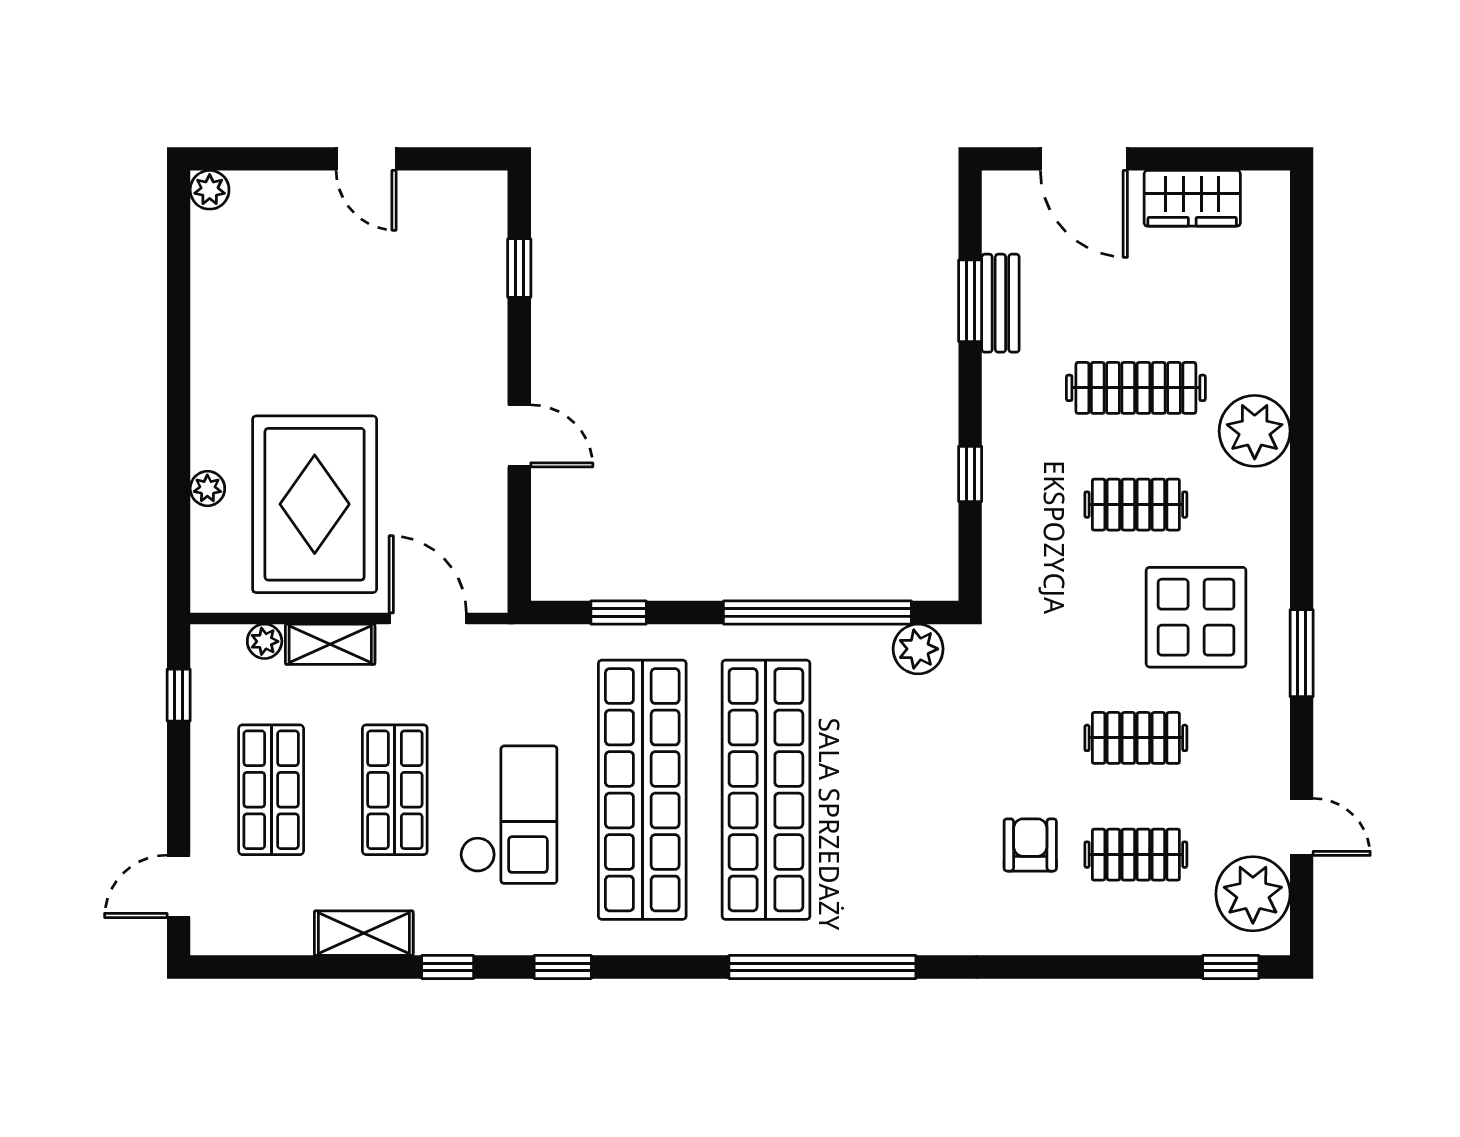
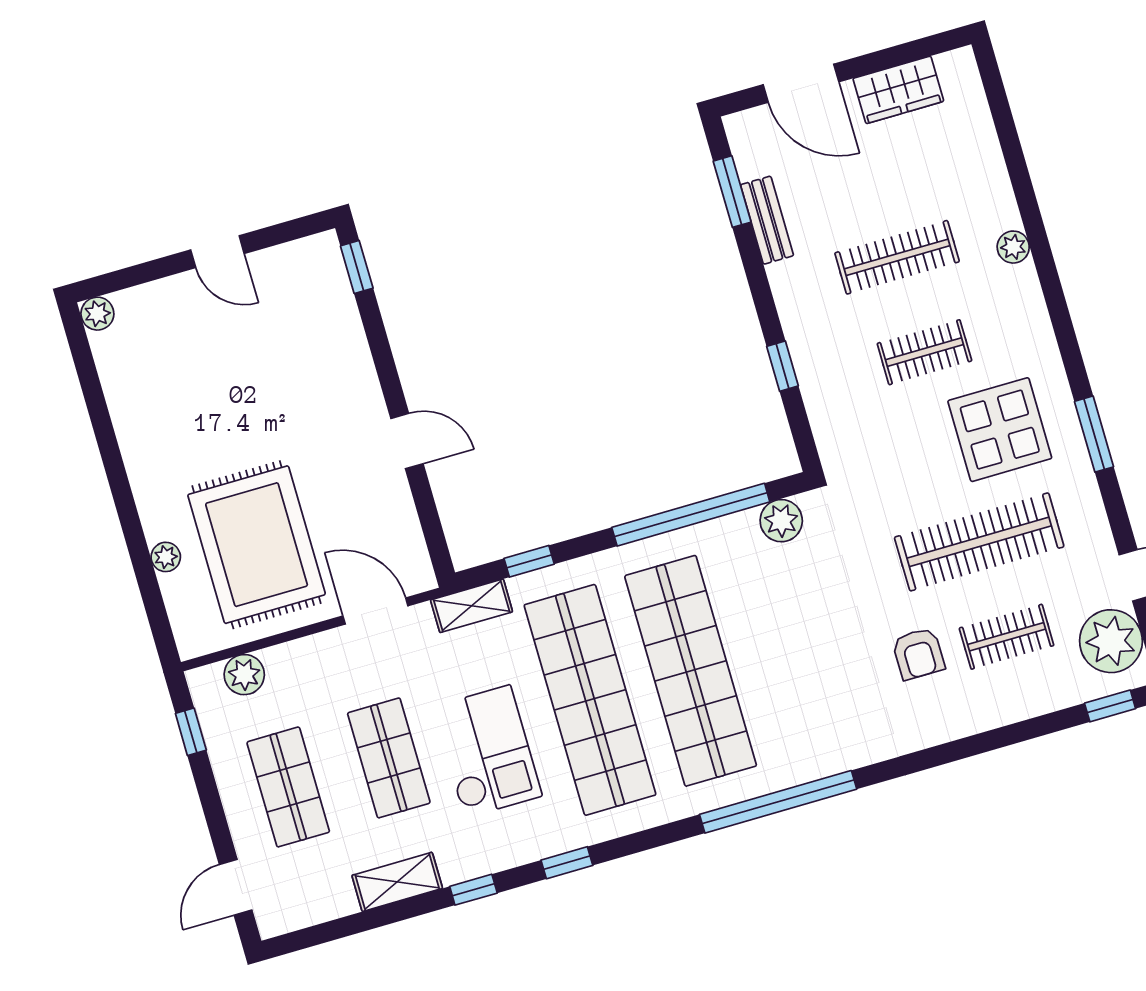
window: (519, 268) -> (357, 267), moved
window: (970, 301) -> (732, 192), moved
plant: (1255, 431) -> (1013, 247), width x0.53, depth x0.53
plant: (265, 641) -> (244, 675), width x1.38, depth x1.38
shelving: (330, 644) -> (472, 606), moved
clothes rail: (1136, 738) -> (979, 542), width x1.86, depth x1.31
armchair: (1030, 845) -> (918, 654), turned 180

